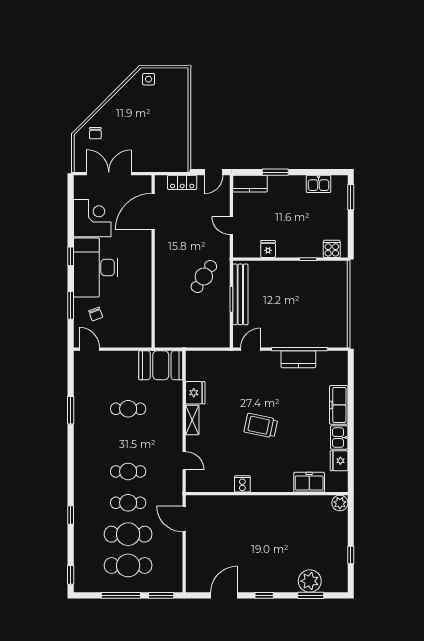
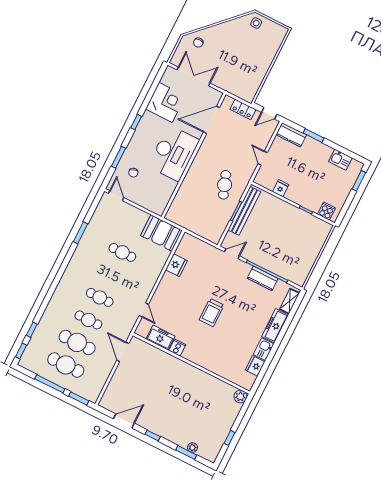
desk: (96, 268) -> (174, 153), moved, turned 180
cafe table: (204, 277) -> (225, 185), turned -53
shelving: (192, 420) -> (290, 301), moved
trolley: (261, 426) -> (212, 312), turned -102
freezer: (309, 482) -> (160, 338), moved
window: (71, 515) -> (32, 330), moved
plant: (310, 581) -> (193, 448), width x0.53, depth x0.53

